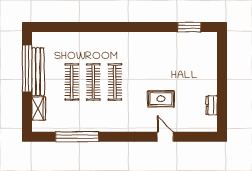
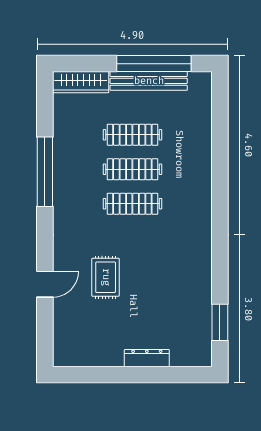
dresser: (212, 105) -> (147, 358), moved, width x1.44
wardrobe: (39, 109) -> (81, 82), width x1.50
window: (77, 137) -> (45, 172), moved

